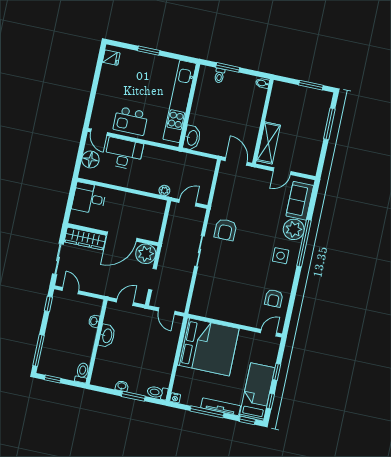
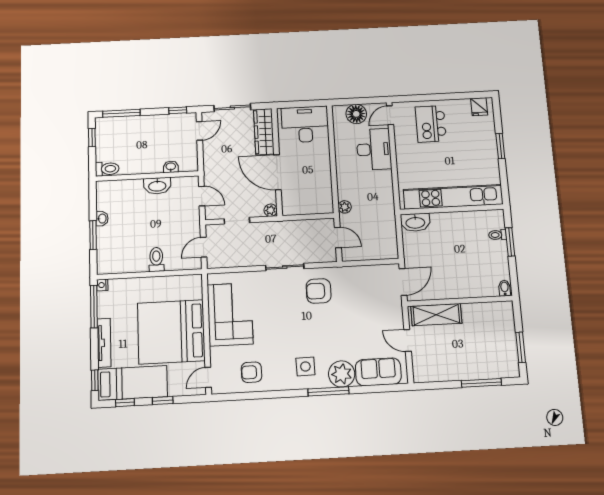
kitchen island: (131, 121) -> (431, 124), moved
desk: (89, 198) -> (305, 124), width x1.37
window: (304, 243) -> (328, 391), width x0.68
plant: (146, 254) -> (271, 210), width x0.53, depth x0.53
corner sofa: (225, 304) -> (230, 314), added
door: (269, 333) -> (208, 377), swing flipped
bed: (208, 347) -> (171, 332), moved, turned 90
toilet: (157, 393) -> (156, 259), moved
window: (207, 412) -> (94, 307), moved

